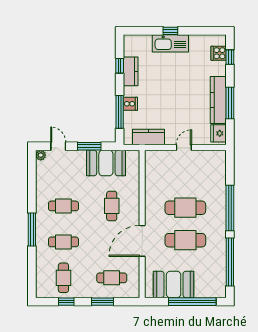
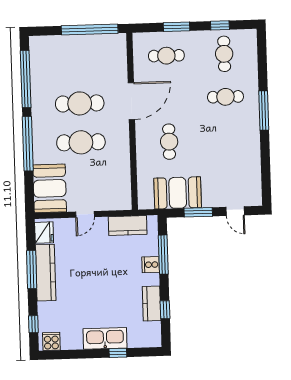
window: (170, 31) -> (118, 353), moved
cooker: (219, 53) -> (51, 341), moved, turned -90
plant: (41, 155) -> (256, 200), removed
cafe table: (63, 206) -> (227, 140), removed
booth: (174, 284) -> (50, 188), moved, turned 90
window: (192, 302) -> (90, 30), moved

